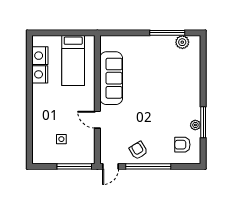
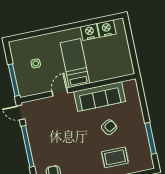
plant: (182, 42) -> (145, 154), removed
bed: (73, 60) -> (75, 63), moved, turned 90
rug: (180, 75) -> (115, 157), added
armchair: (138, 150) -> (109, 127), moved

